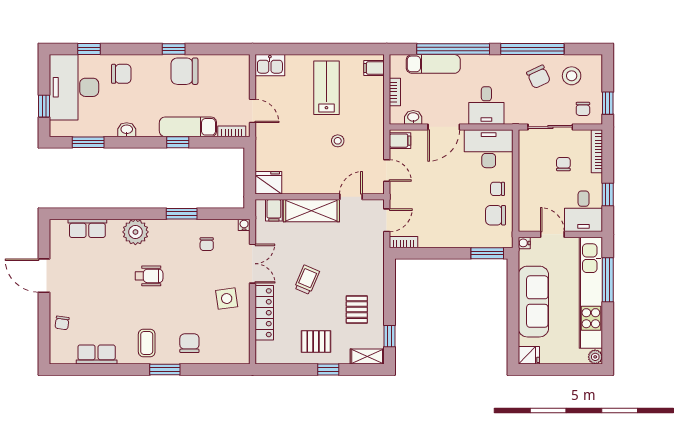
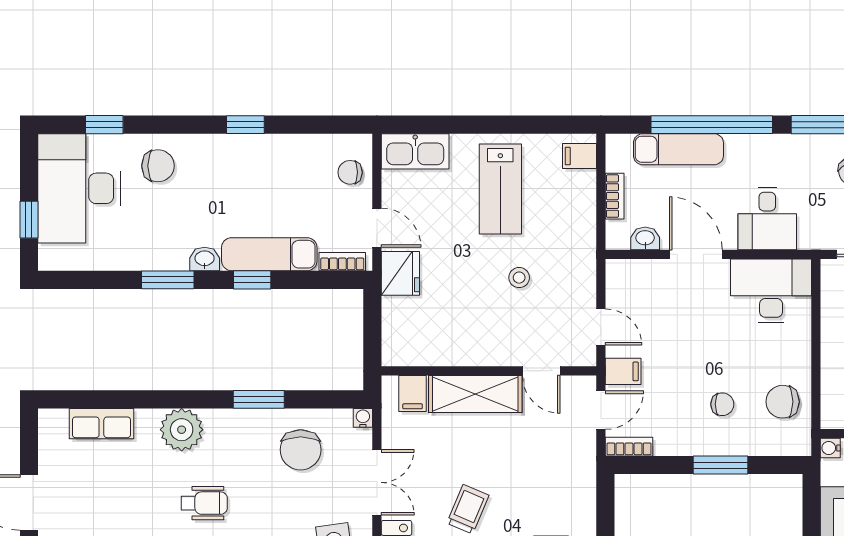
kitchen sink: (270, 65) -> (415, 151), width x1.38
chair: (184, 71) -> (350, 172), moved, width x0.54, depth x0.54
lab bench: (326, 88) -> (500, 189), turned 180
door: (444, 127) -> (696, 254), swing flipped
washbasin: (127, 130) -> (205, 259), moved
filing cabinet: (400, 141) -> (623, 371), moved
window: (88, 142) -> (168, 280), moved
fridge: (268, 183) -> (400, 273), moved, turned 90
chair: (498, 189) -> (722, 404), moved, turned 180
door: (351, 197) -> (541, 371), swing flipped
chair: (207, 244) -> (301, 450), width x1.87, depth x1.87
window: (487, 253) -> (720, 465), moved

